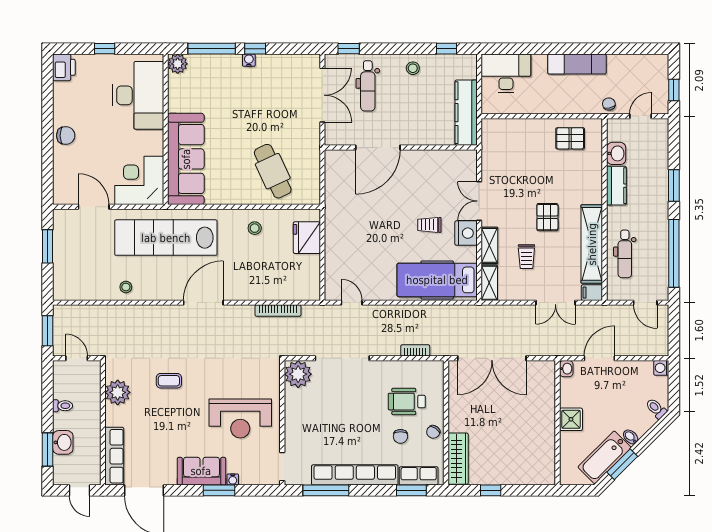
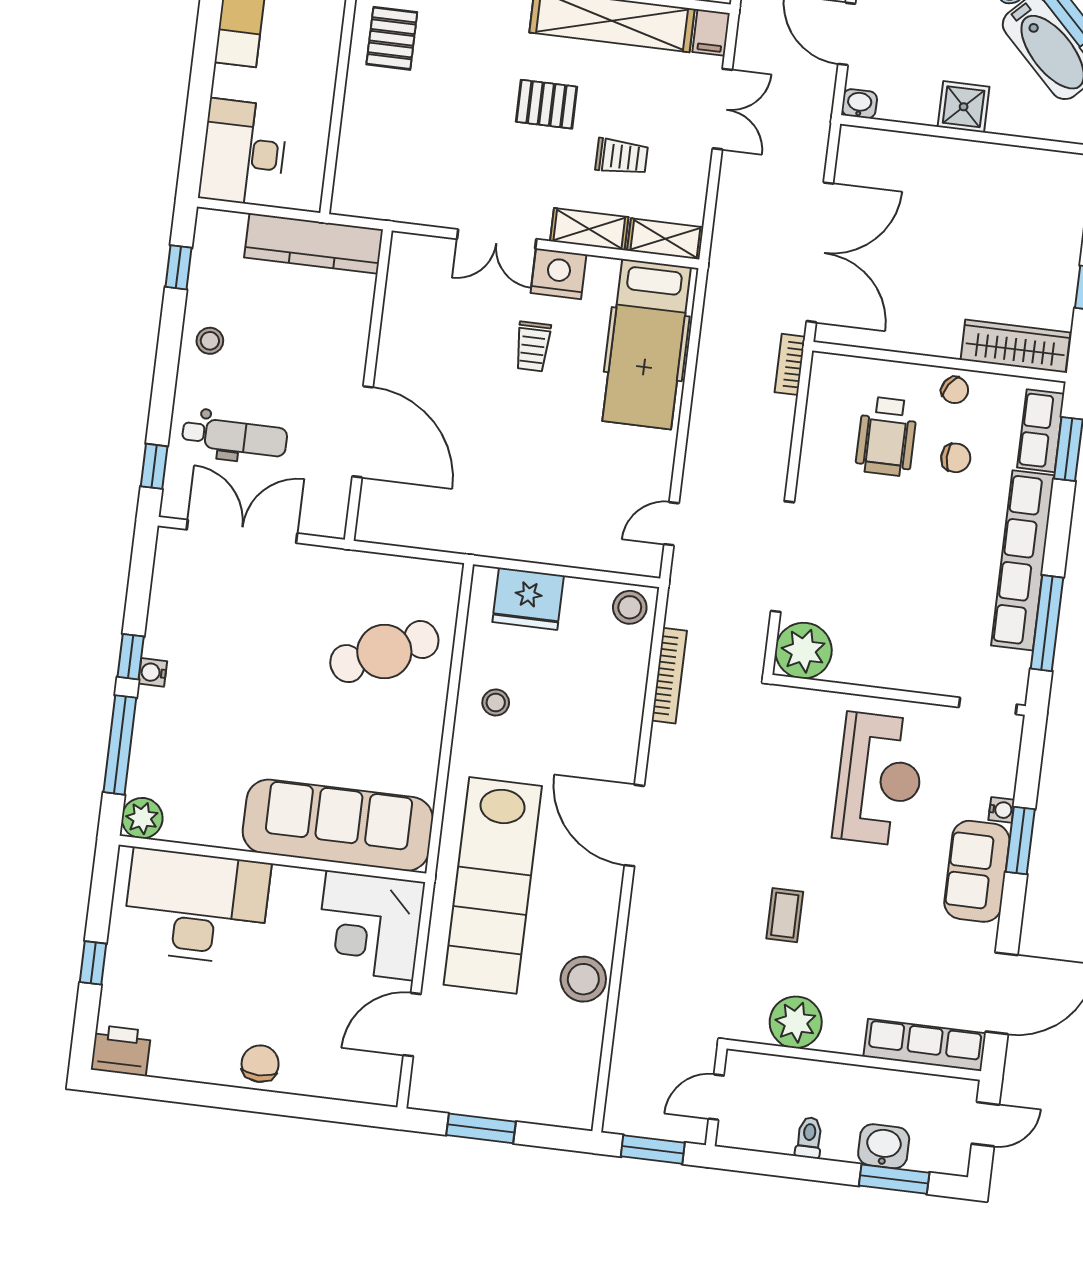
stool: (126, 287) -> (583, 979), width x1.89, depth x1.89
stool: (309, 287) -> (630, 607), added
bookcase: (415, 350) -> (790, 364), moved

